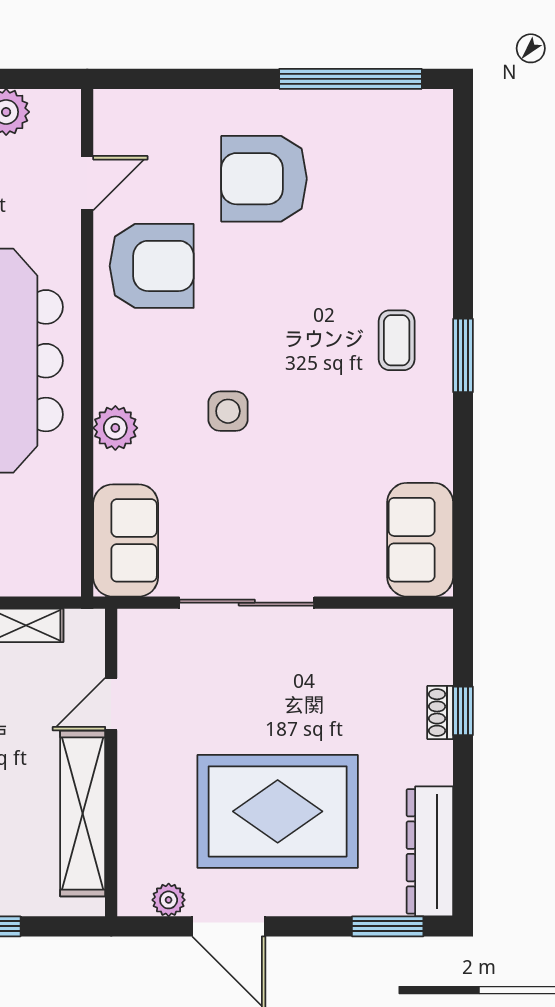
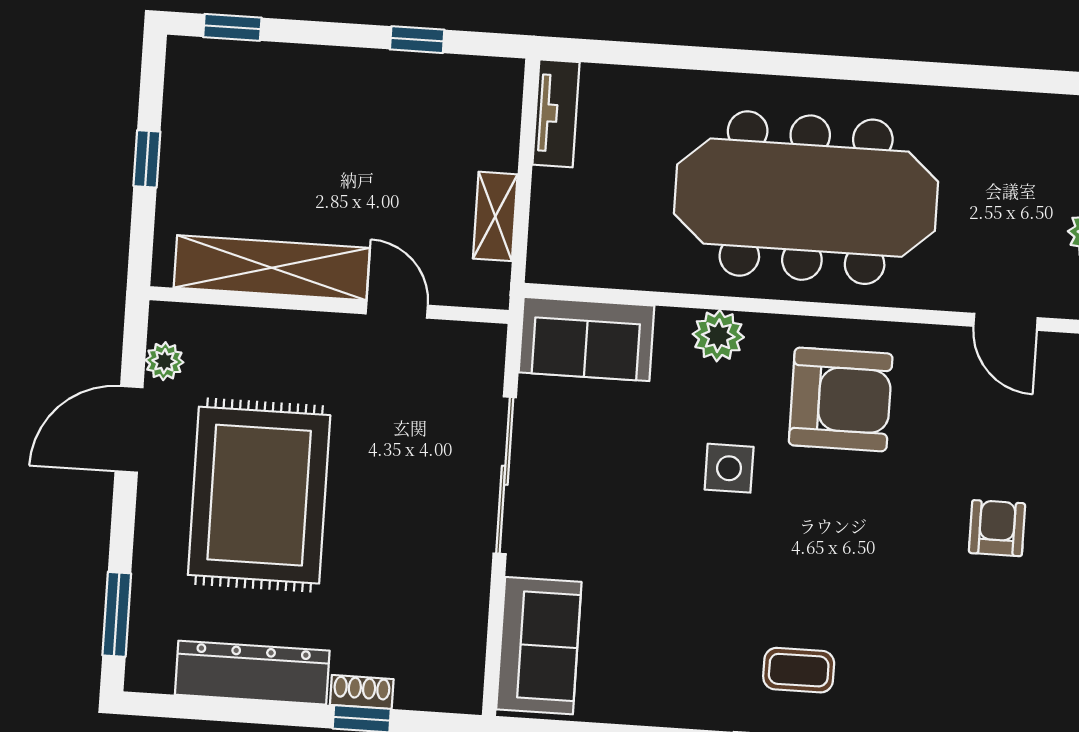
armchair: (264, 179) -> (997, 528), width x0.53, depth x0.53
armchair: (152, 266) -> (841, 399), moved, turned -90
sofa: (420, 540) -> (539, 646), moved, turned 90
dresser: (430, 851) -> (252, 673), moved

